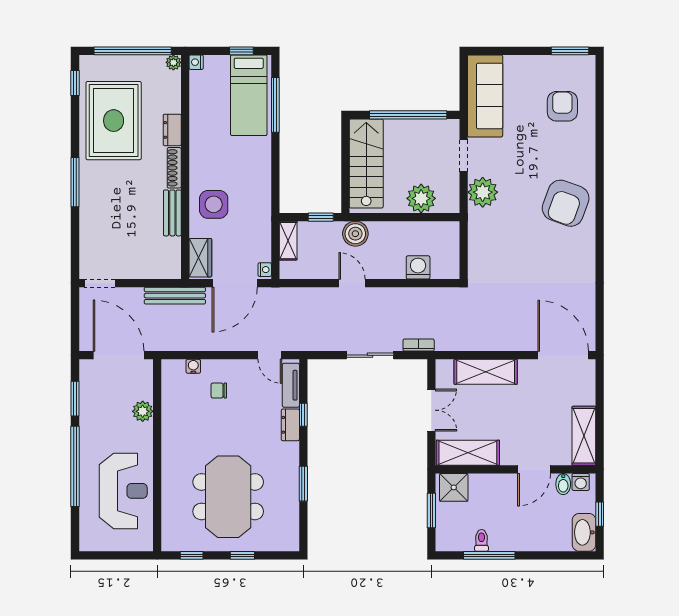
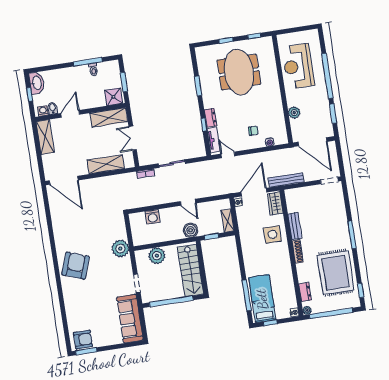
armchair: (562, 106) -> (83, 340), moved, turned -90
dresser: (172, 130) -> (305, 292), moved
plant: (483, 192) -> (120, 249), moved

